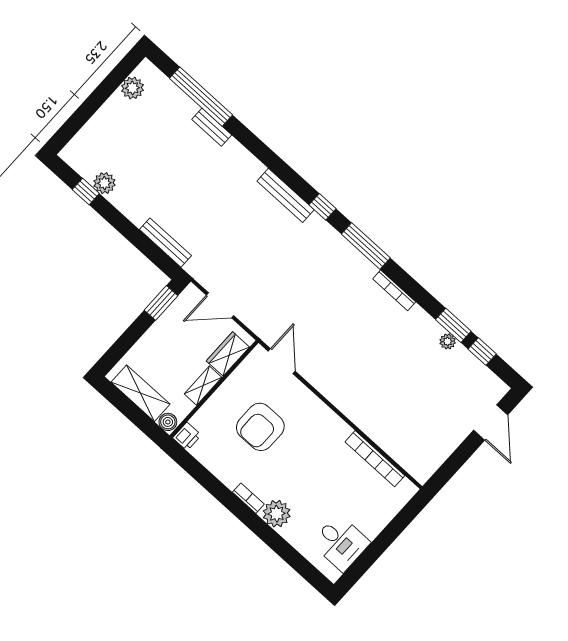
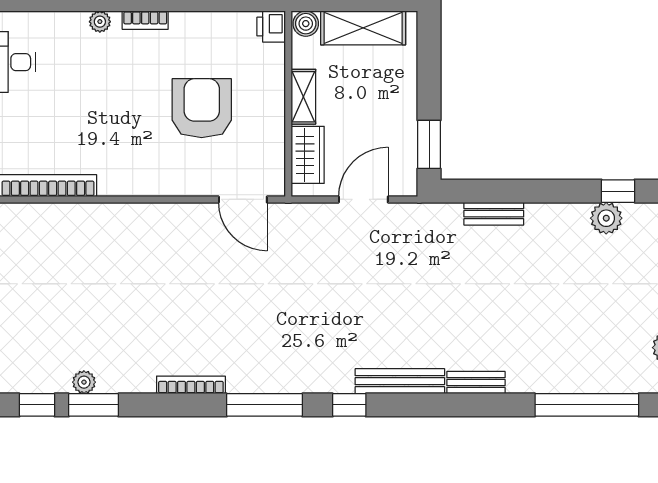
bench: (212, 127) -> (476, 383), moved
bench: (165, 243) -> (494, 214), width x0.73
plant: (277, 514) -> (100, 22), width x0.53, depth x0.53

